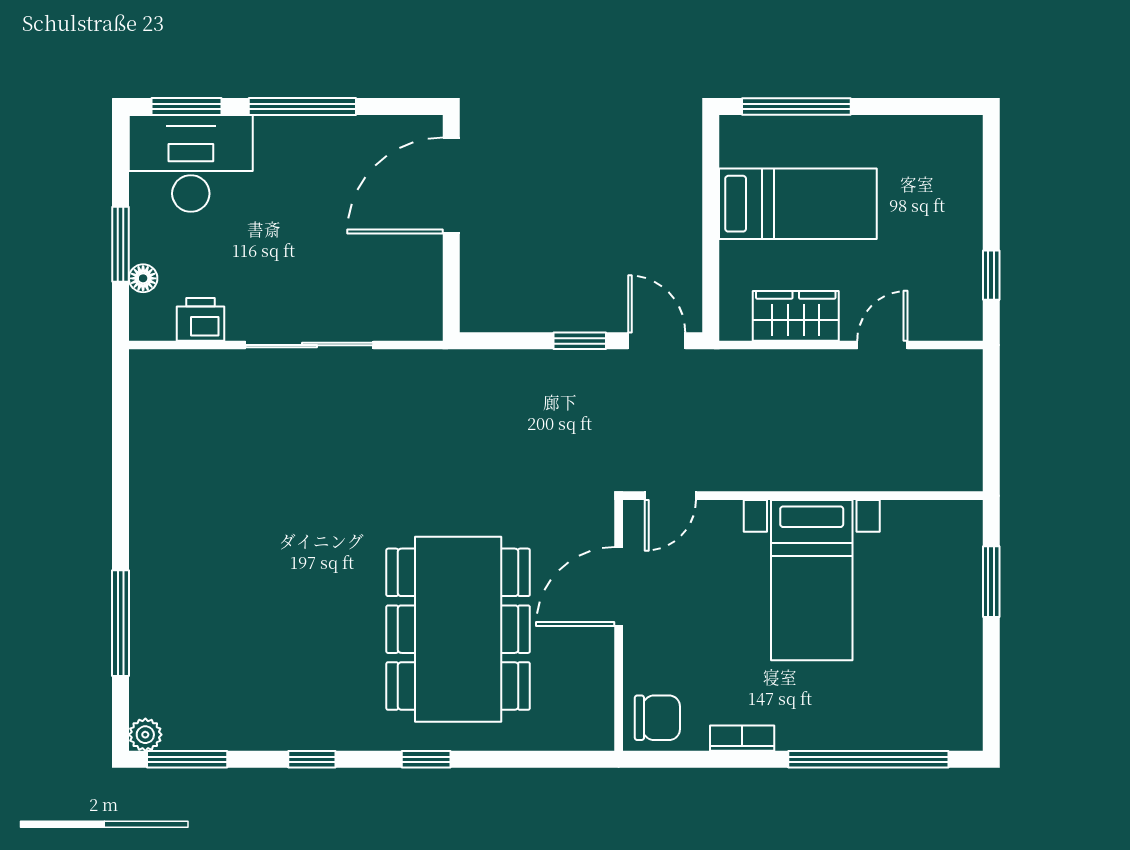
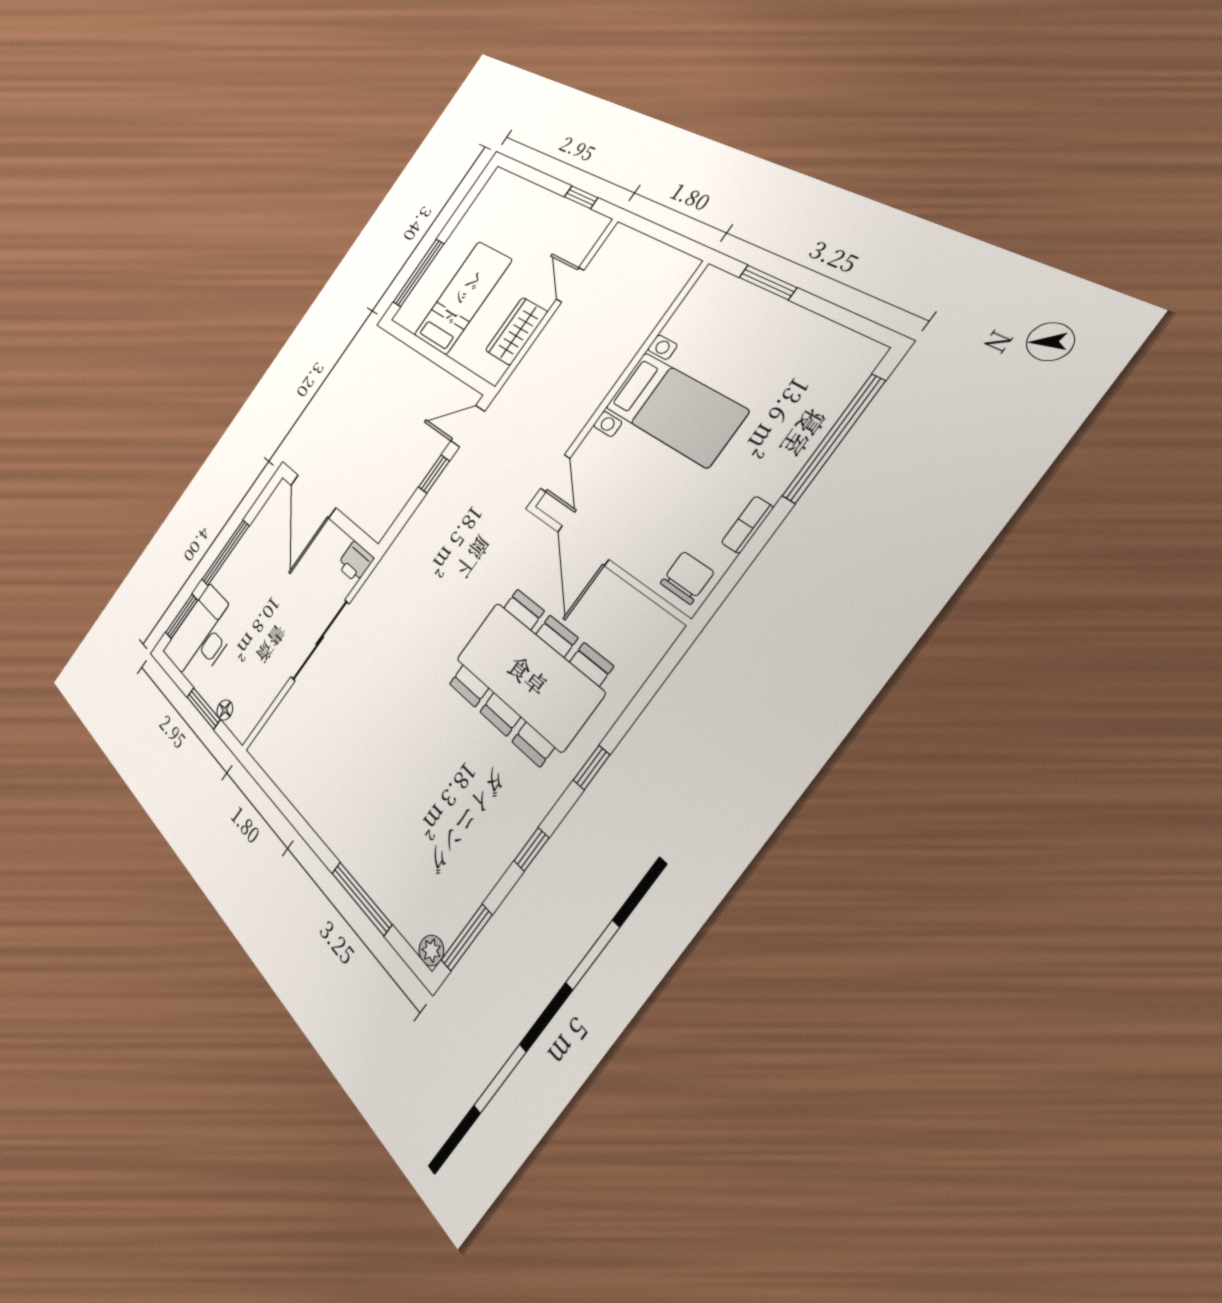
printer: (201, 319) -> (355, 562), moved, turned -90

